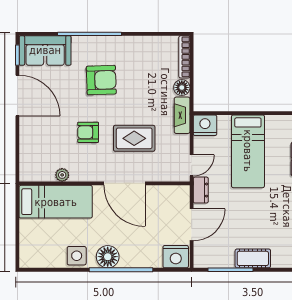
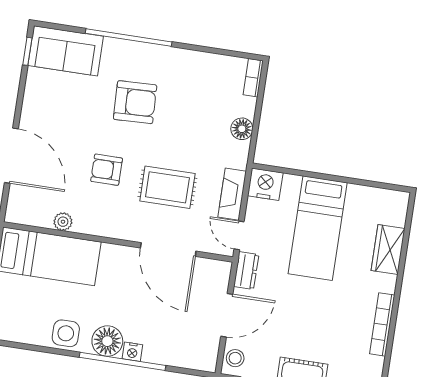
bookcase: (184, 57) -> (253, 78), width x0.64
door: (17, 96) -> (11, 156), moved
fireplace: (182, 115) -> (232, 194), moved
door: (192, 165) -> (239, 235), swing flipped
door: (124, 183) -> (168, 250), moved
stool: (202, 255) -> (235, 358), added
nightstand: (176, 257) -> (132, 352), moved, width x0.53, depth x0.56

